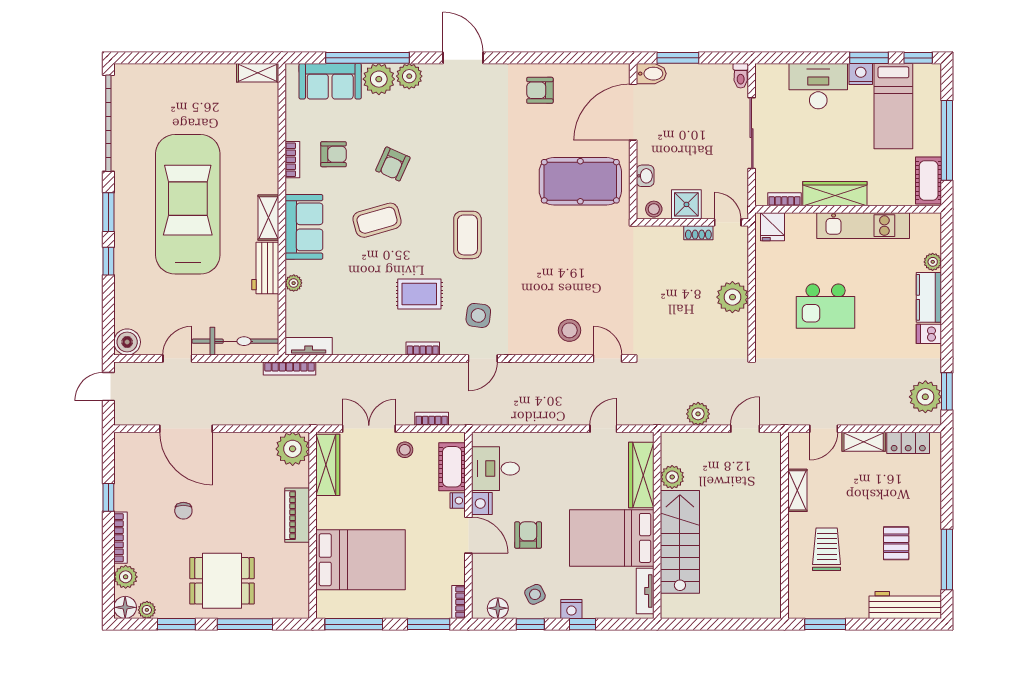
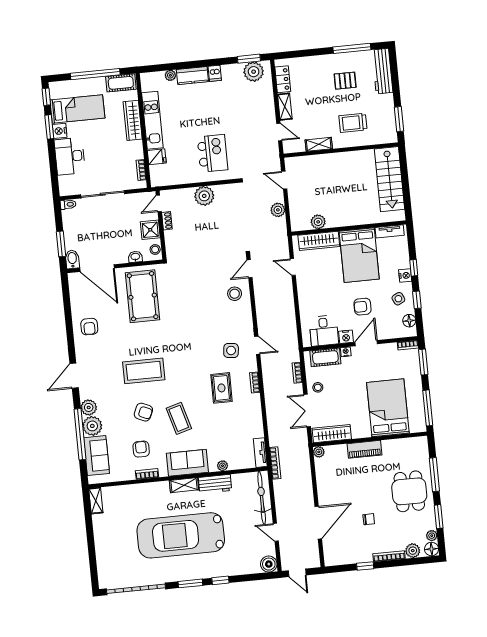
wardrobe: (835, 194) -> (133, 120), moved
fridge: (772, 227) -> (157, 157), moved
coffee table: (467, 235) -> (144, 371), moved, width x1.36, depth x1.32
kitchen island: (826, 306) -> (212, 153), moved
plant: (293, 449) -> (319, 452), width x0.53, depth x0.53
stairs: (680, 542) -> (389, 179), moved, turned -90

